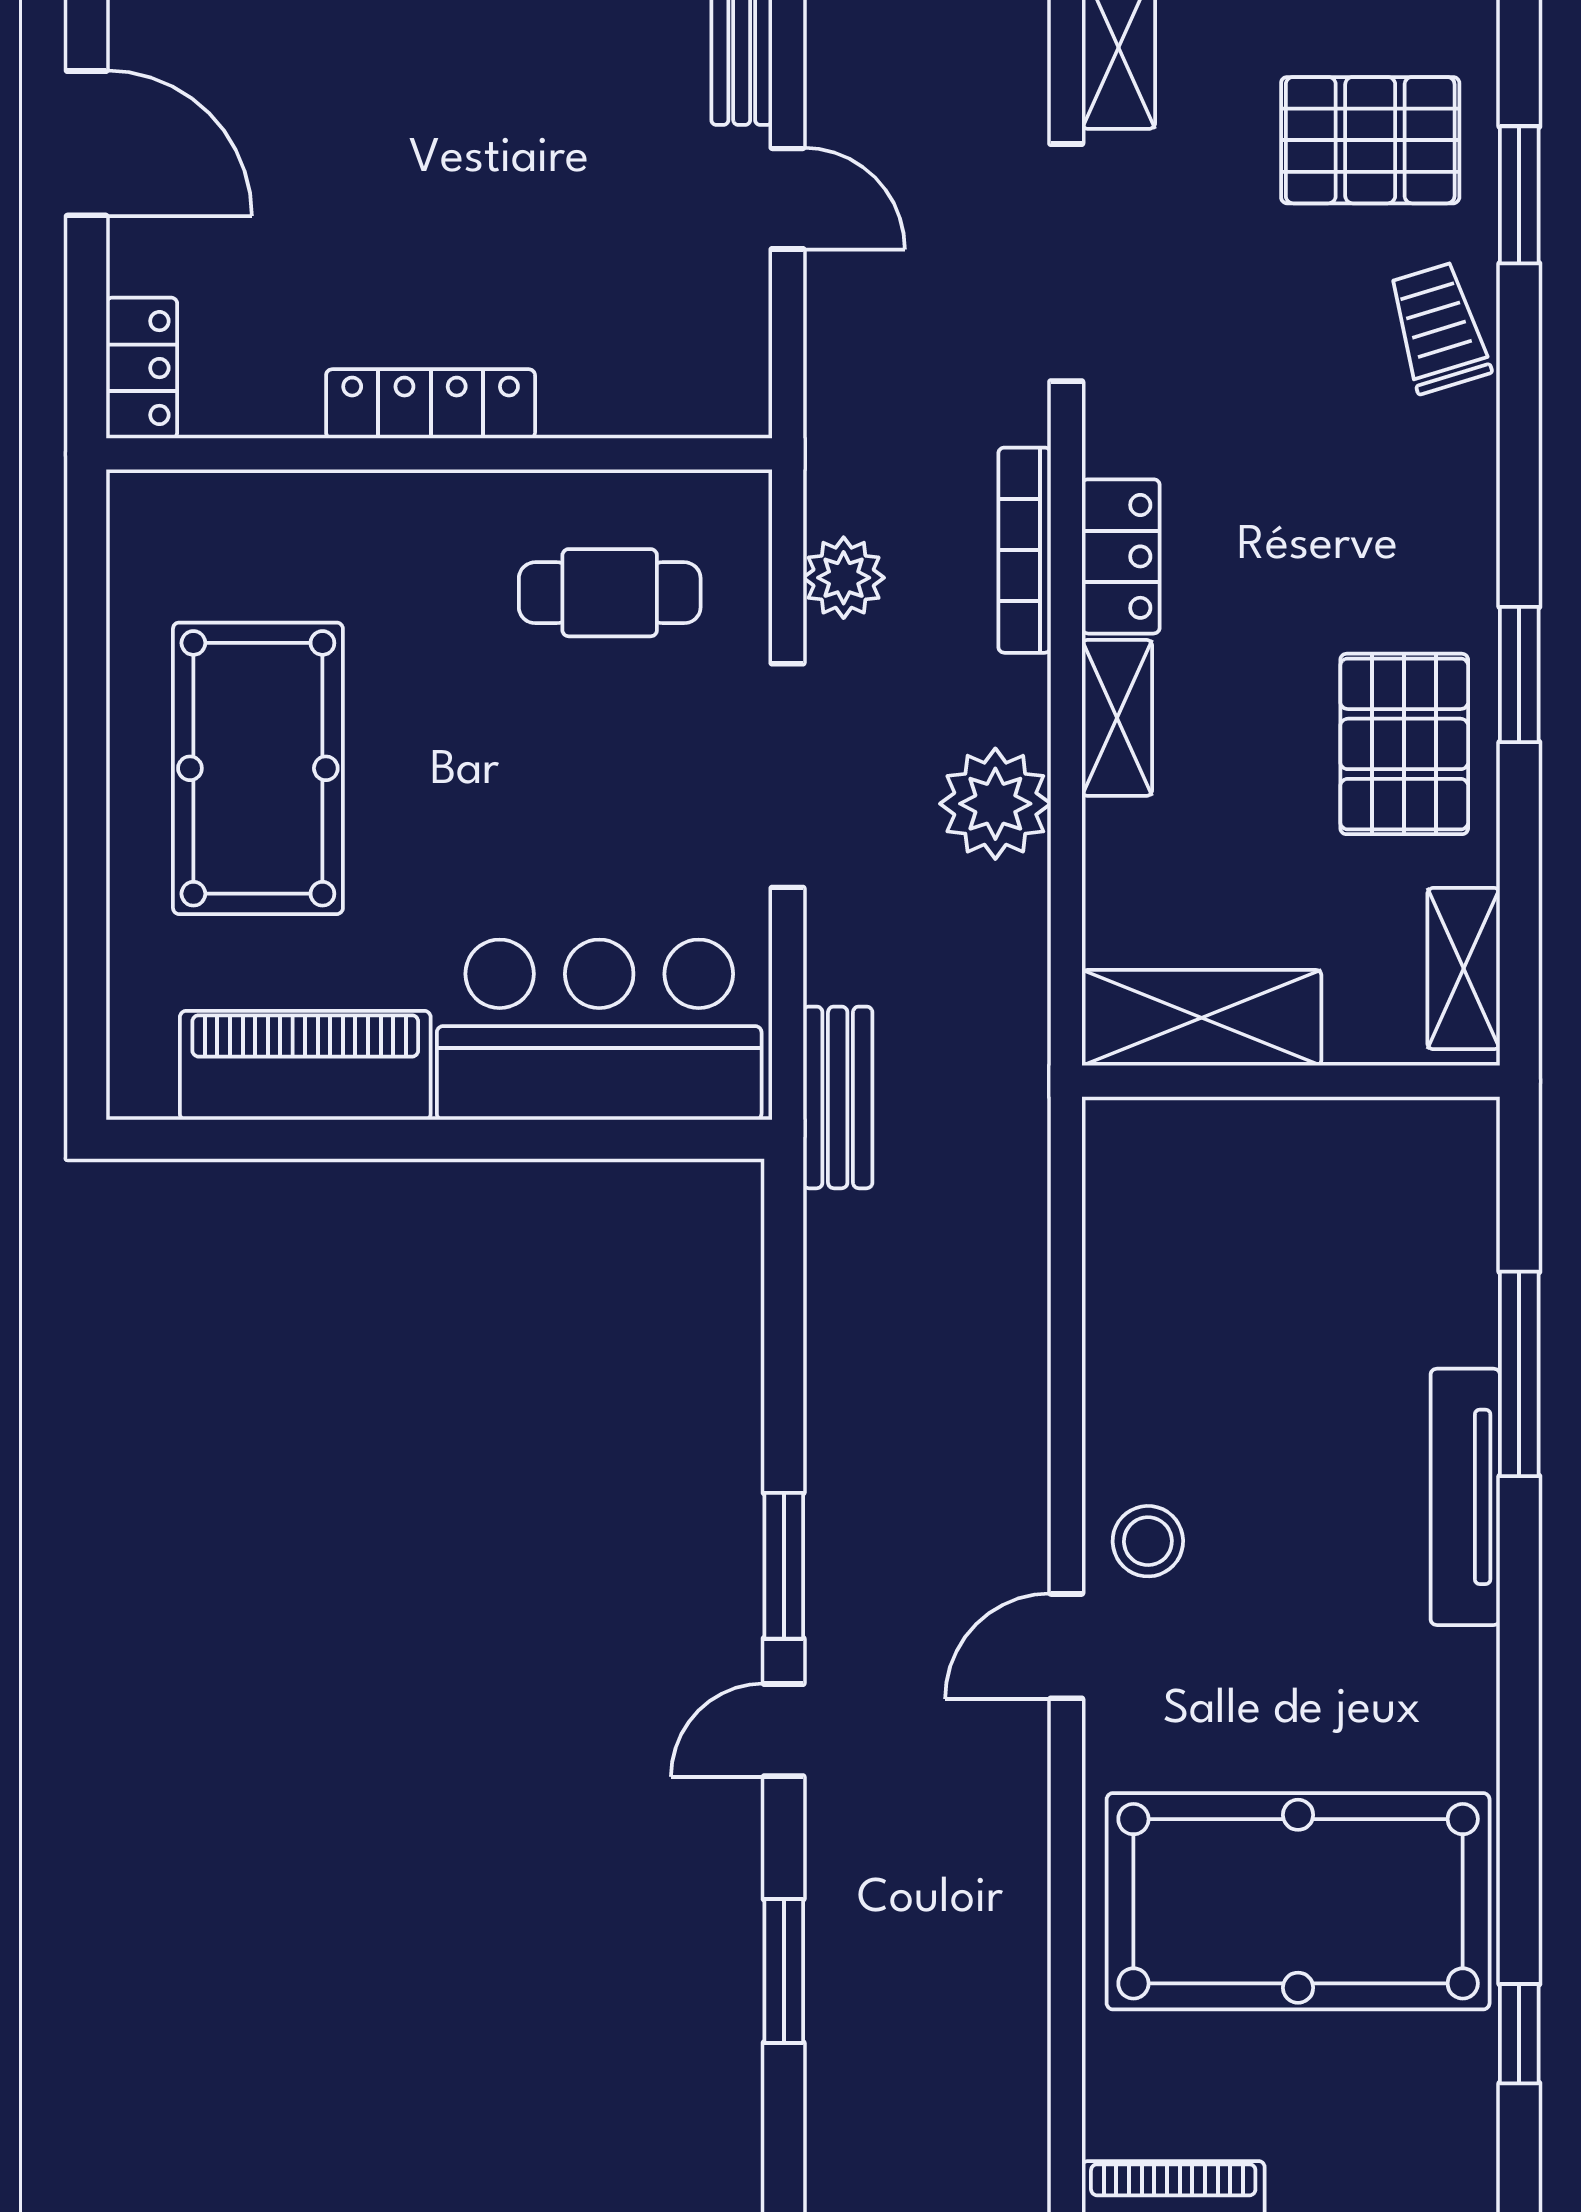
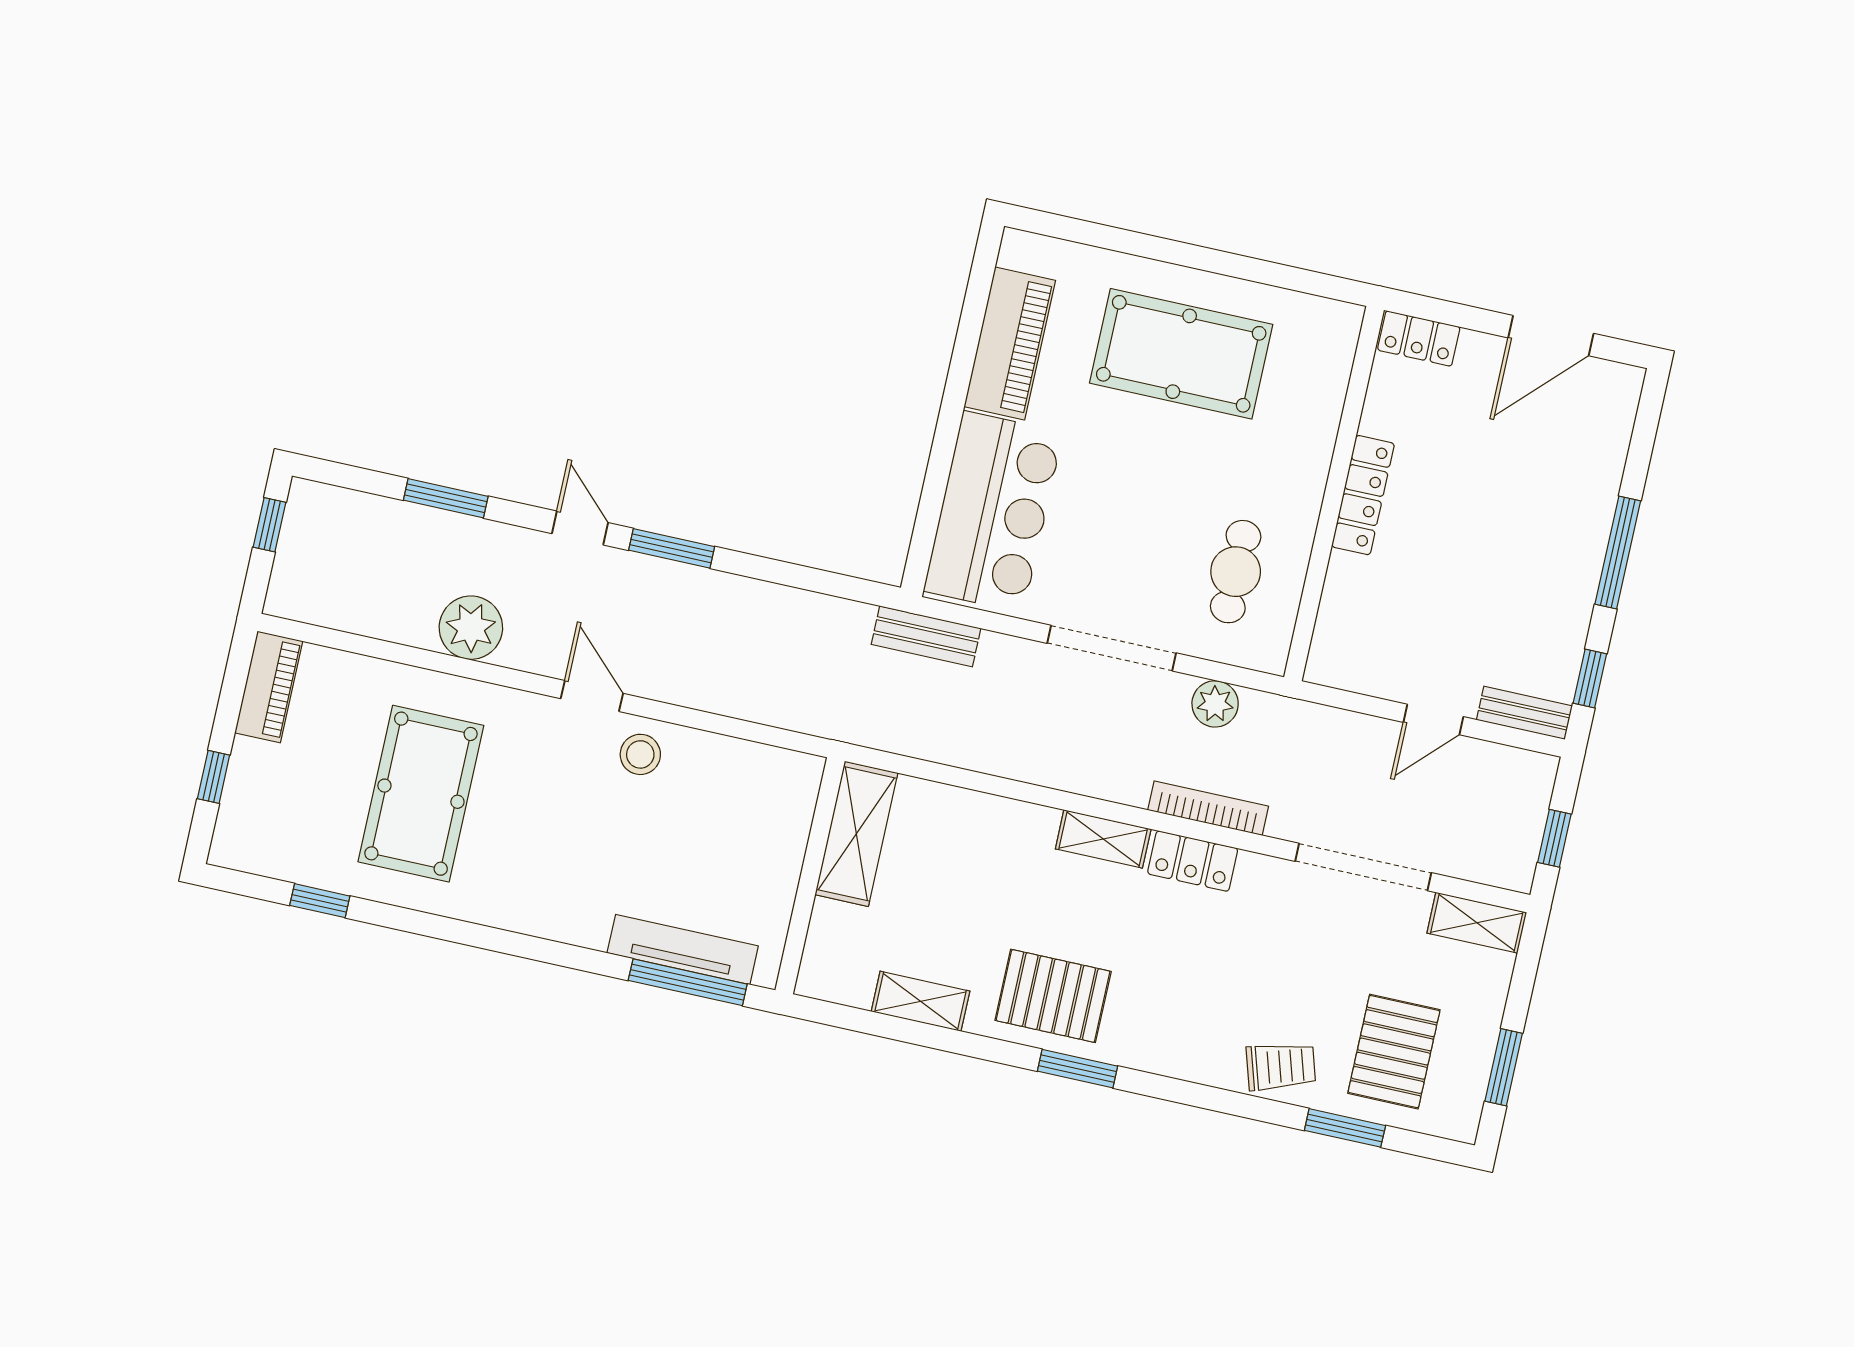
plant: (995, 804) -> (471, 628), moved
shelving: (1202, 1018) -> (856, 834), moved
wall: (1291, 1081) -> (810, 876), moved
tv unit: (1465, 1497) -> (683, 949), moved
pool table: (1298, 1901) -> (421, 794), width x0.73, depth x0.76

